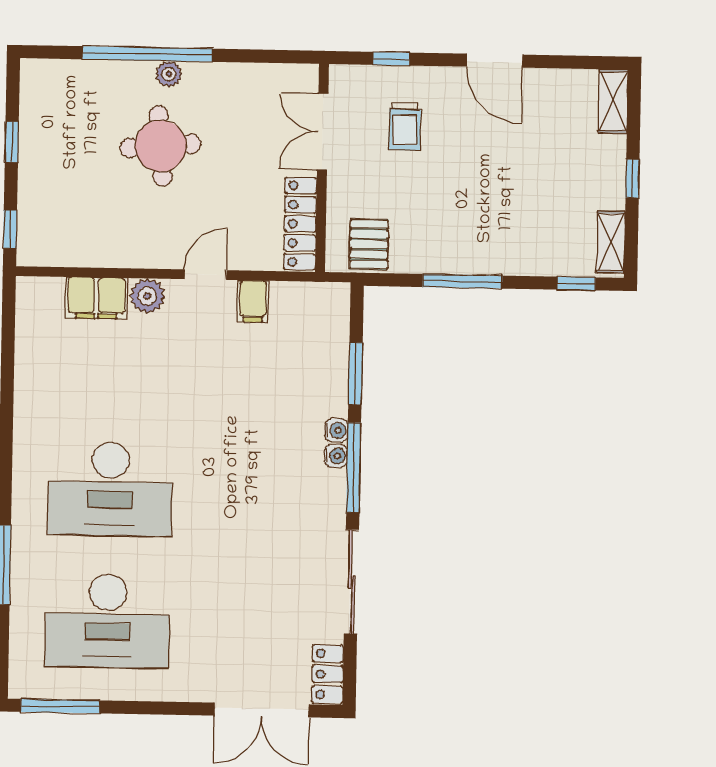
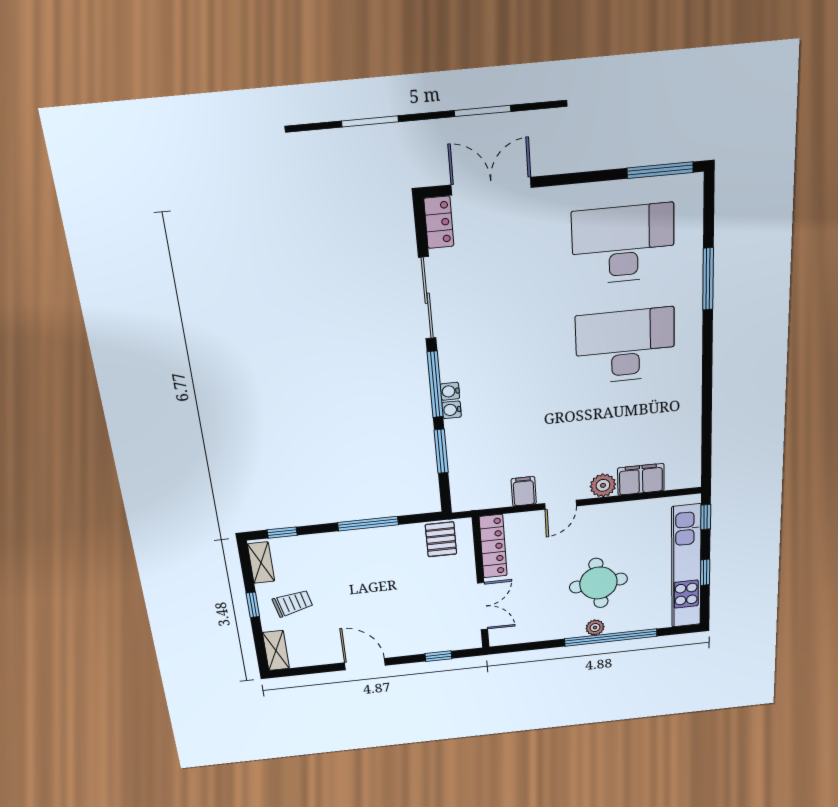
trolley: (405, 126) -> (293, 603), moved, turned 77
kitchen unit: (38, 155) -> (686, 567), added

